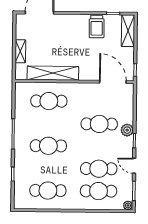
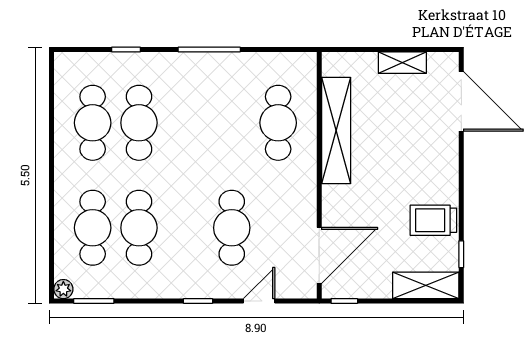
shelving: (20, 51) -> (402, 63), moved
plant: (127, 130) -> (220, 286), removed
cafe table: (48, 146) -> (139, 123), moved
door: (134, 166) -> (259, 301), moved

